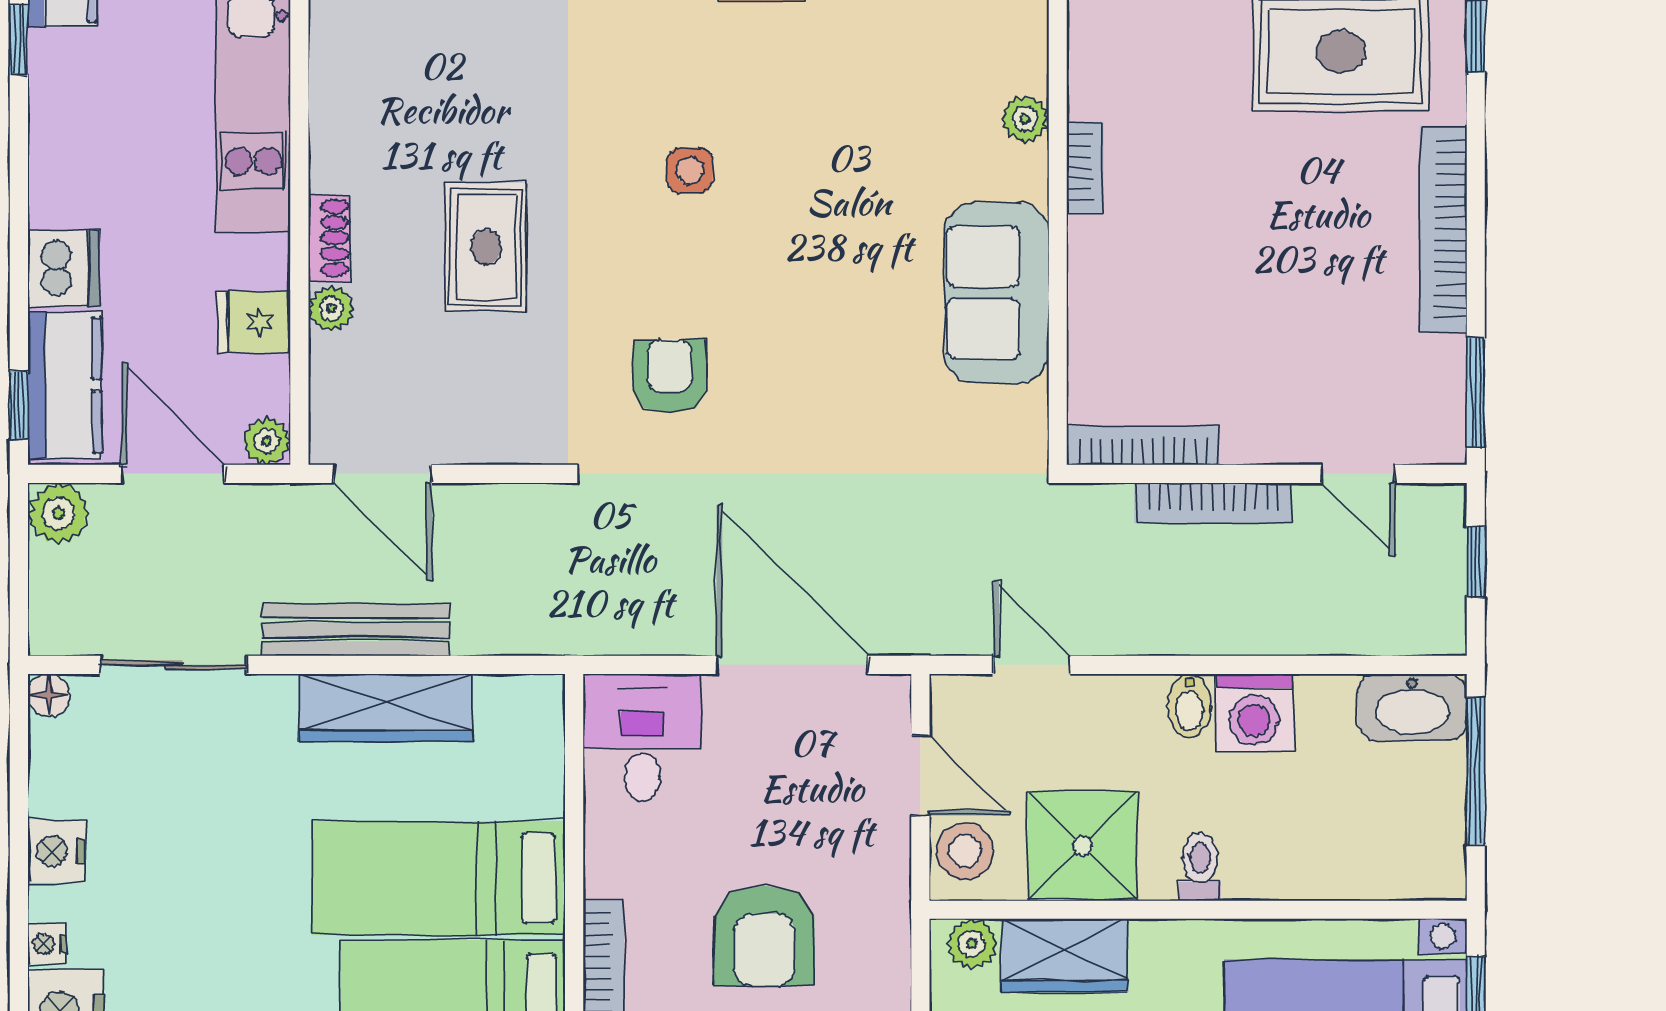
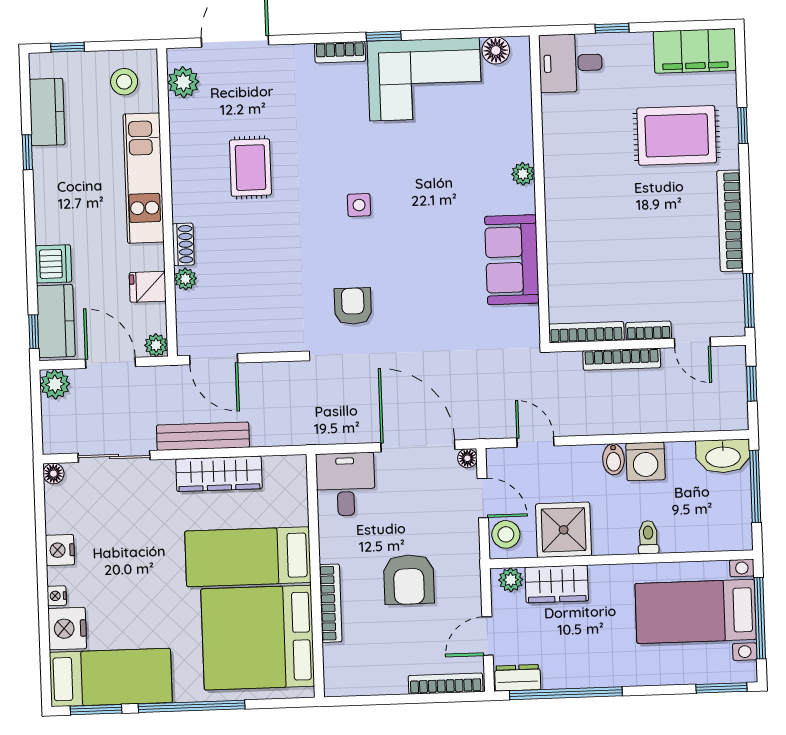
bookcase: (1085, 167) -> (649, 331), moved, turned -90
rug: (486, 247) -> (250, 168), moved
floor lamp: (892, 693) -> (467, 458), added
toilet: (1200, 867) -> (648, 537), moved

